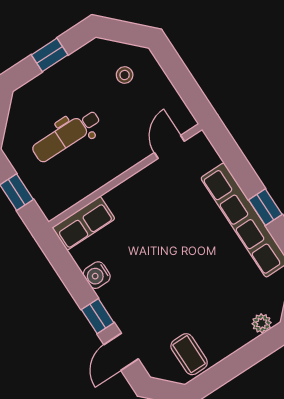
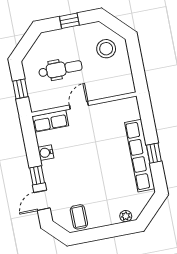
stool: (125, 75) -> (106, 49), width x1.89, depth x1.89
dental chair: (66, 136) -> (60, 69), turned 180
door: (169, 147) -> (79, 105), moved

